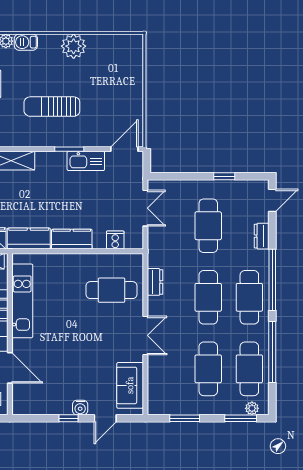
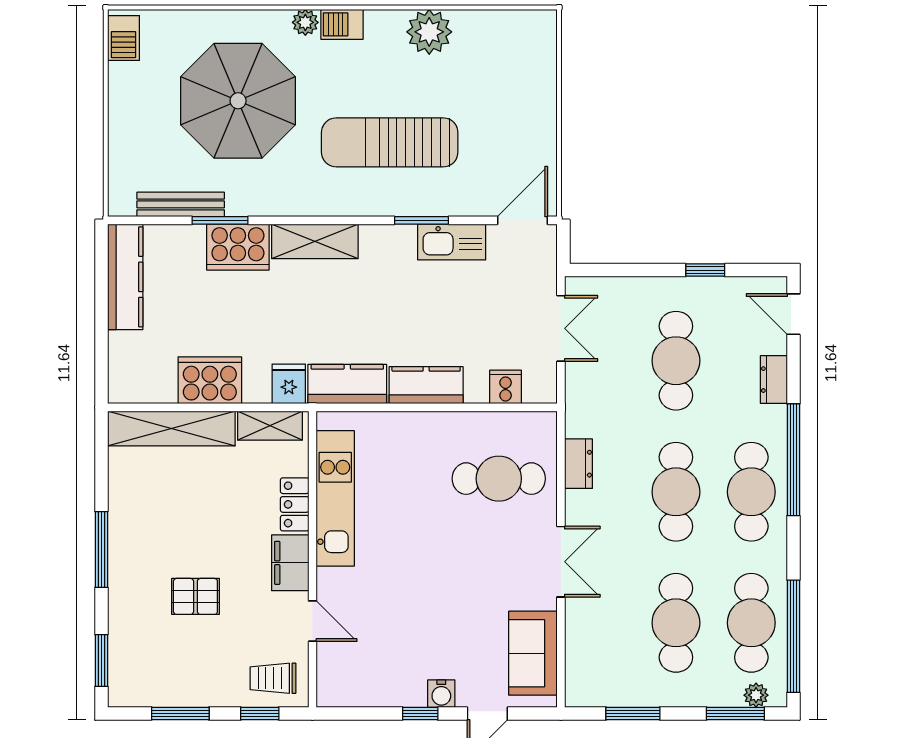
sun lounger: (52, 107) -> (390, 142), width x1.36, depth x1.34
door: (272, 200) -> (793, 314), swing flipped
window: (272, 352) -> (793, 636), moved
door: (10, 368) -> (312, 621), width x0.73

